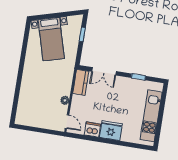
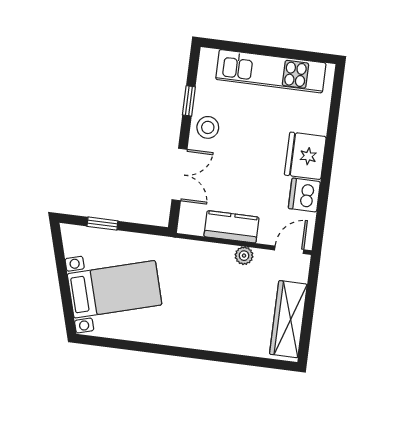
kitchen counter: (81, 82) -> (231, 227), moved
stool: (126, 85) -> (208, 127), added
wardrobe: (34, 120) -> (288, 319), added

